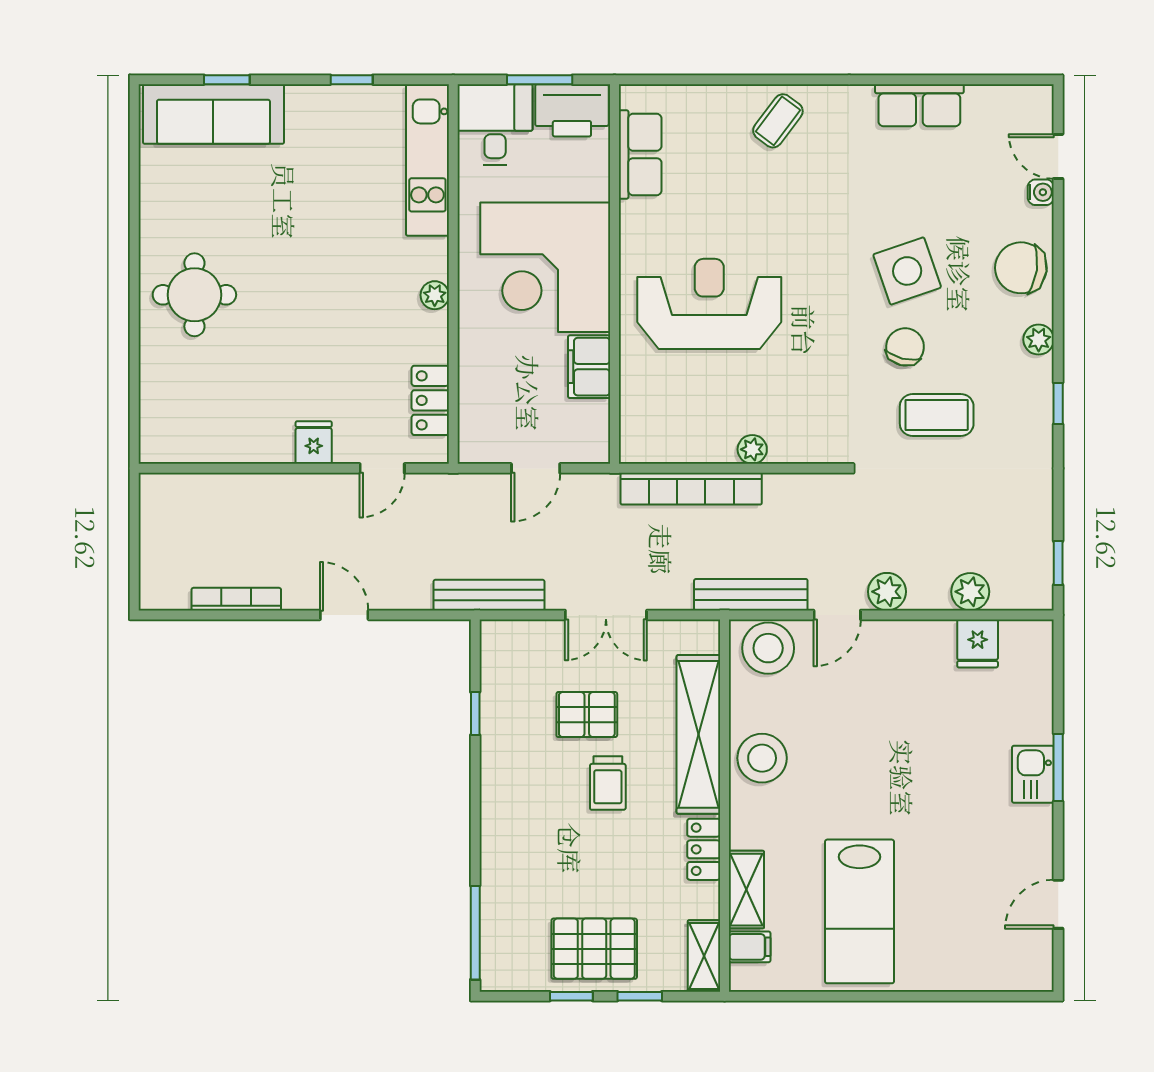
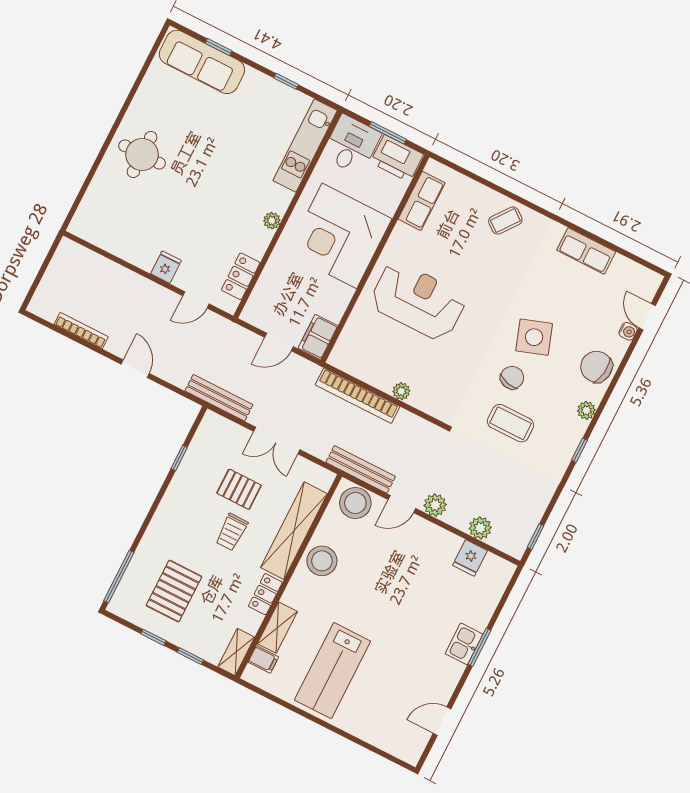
filing cabinet: (589, 367) -> (318, 337), moved
pallet: (594, 949) -> (174, 591), moved, turned 90

